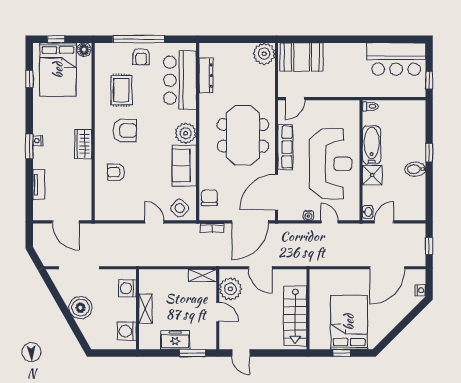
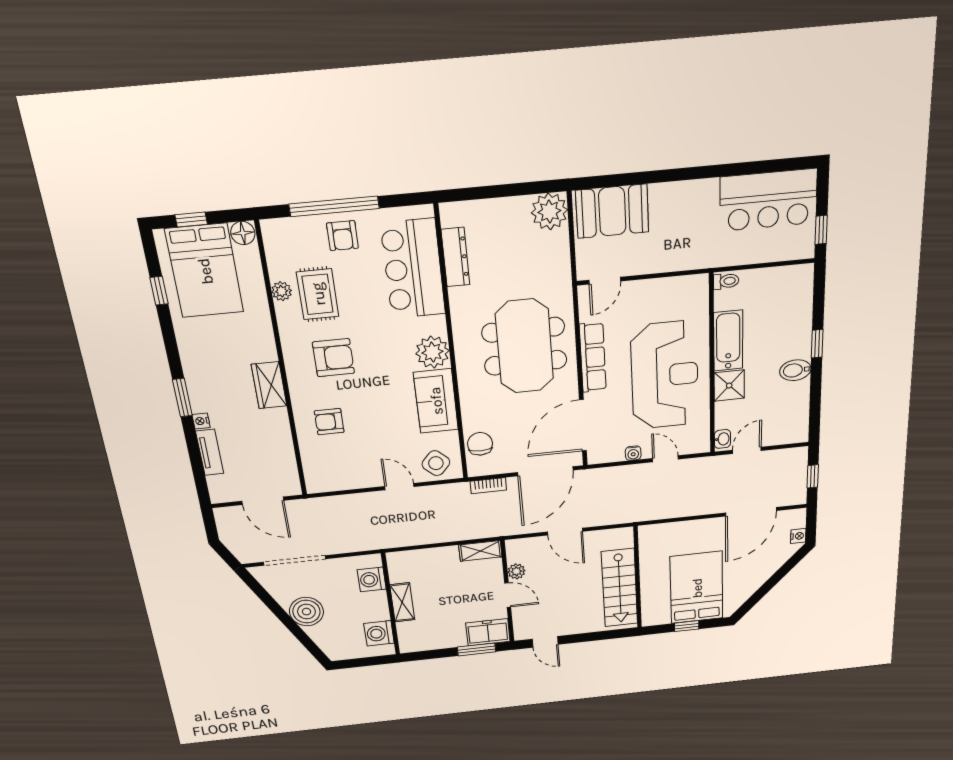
plant: (100, 86) -> (282, 291), added
nightstand: (38, 141) -> (201, 421), moved
plant: (230, 289) -> (516, 571), width x0.53, depth x0.53
freezer: (175, 340) -> (488, 632), moved

